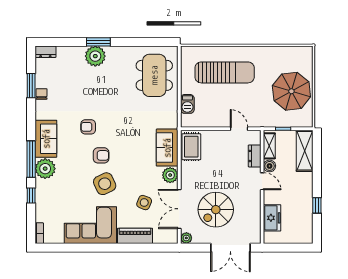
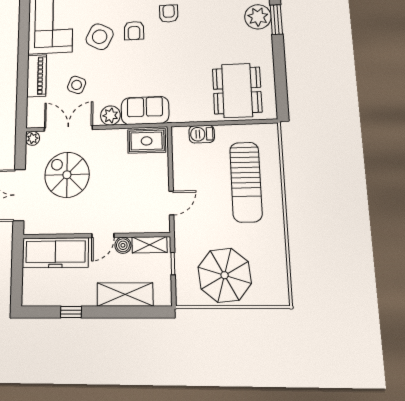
dining table: (154, 75) -> (237, 90), turned 90
shelving: (305, 151) -> (125, 294), moved
dresser: (255, 156) -> (136, 225), removed
side table: (105, 184) -> (100, 37), turned -37
freezer: (272, 218) -> (55, 253), width x1.91, depth x1.26

